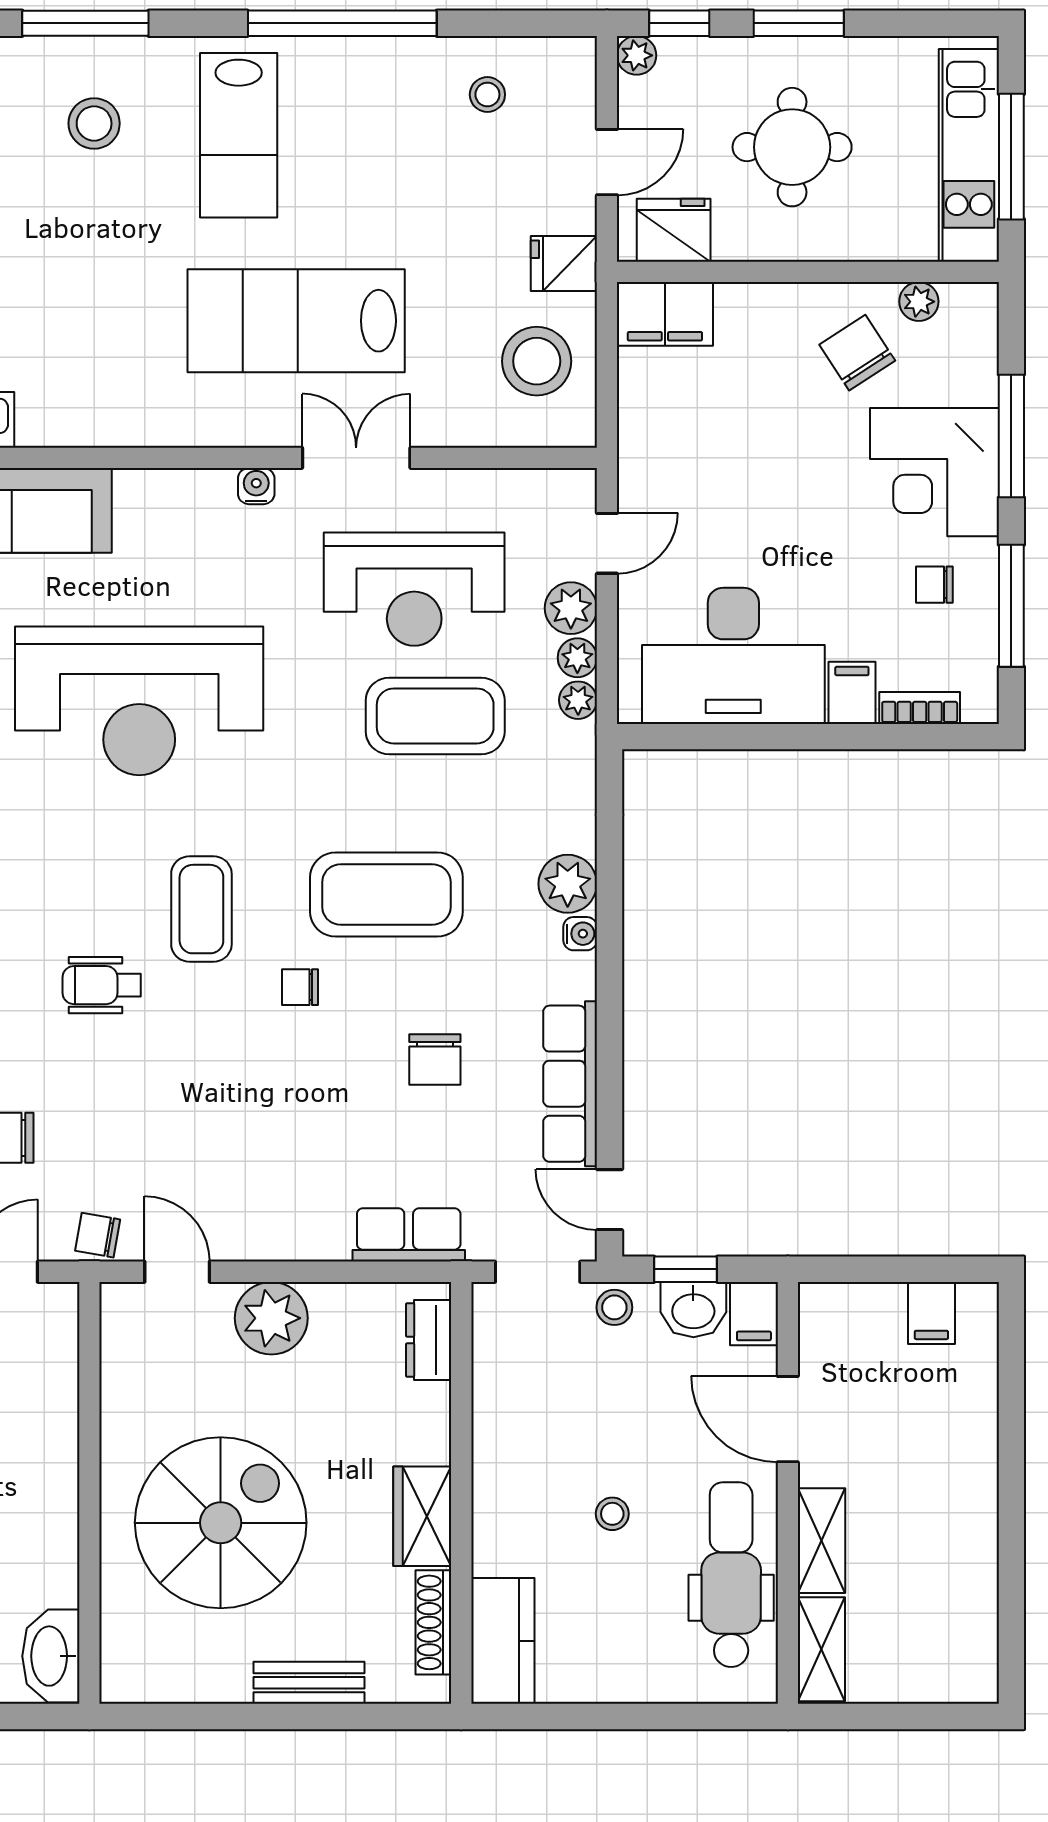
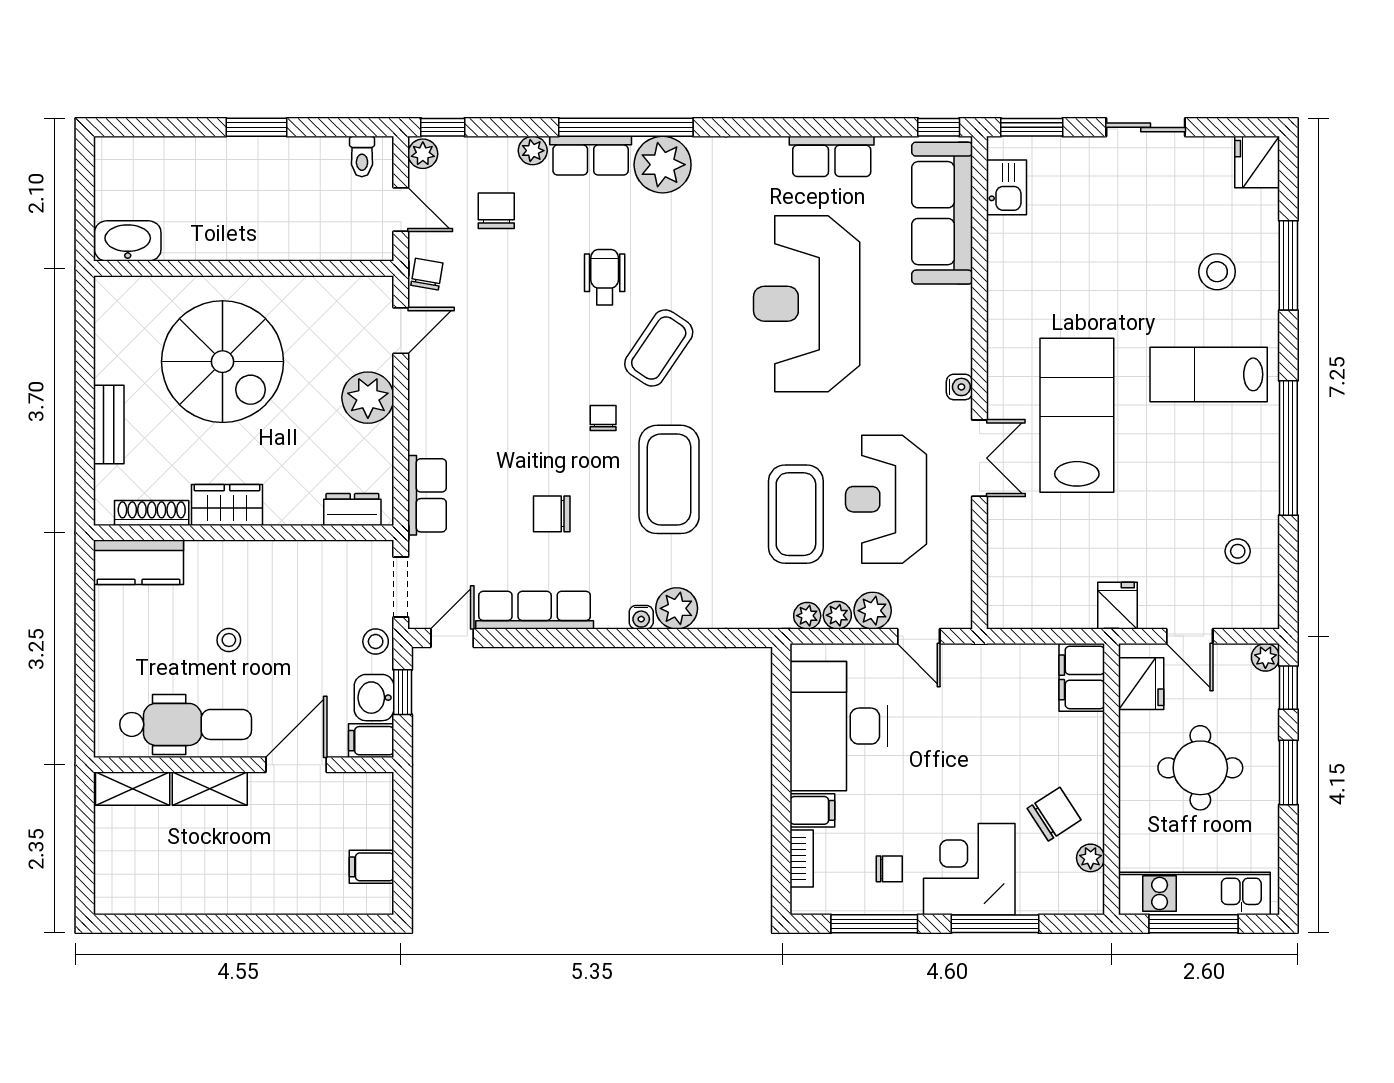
stool: (537, 361) -> (1048, 586), removed
chair: (934, 585) -> (889, 869), turned 90
coffee table: (201, 909) -> (659, 348), turned -56

